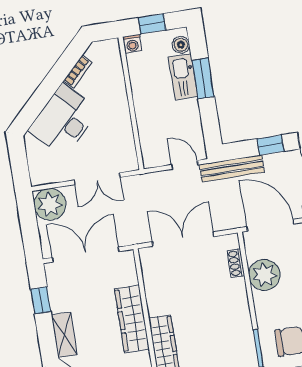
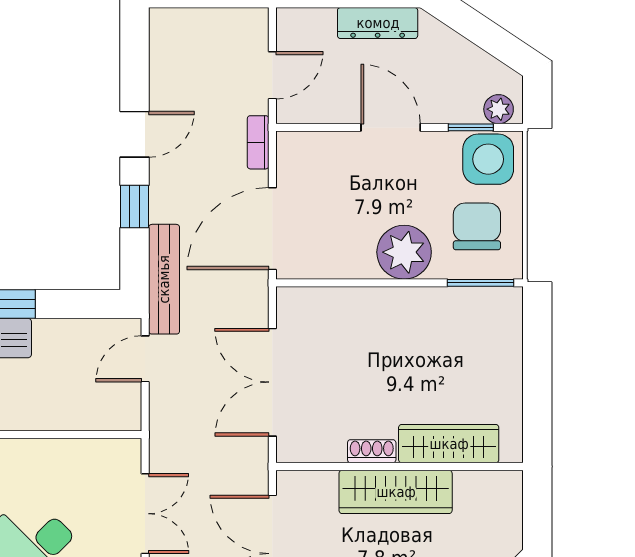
shoe rack: (236, 263) -> (372, 451), moved, turned 180
plant: (264, 275) -> (404, 252), moved

